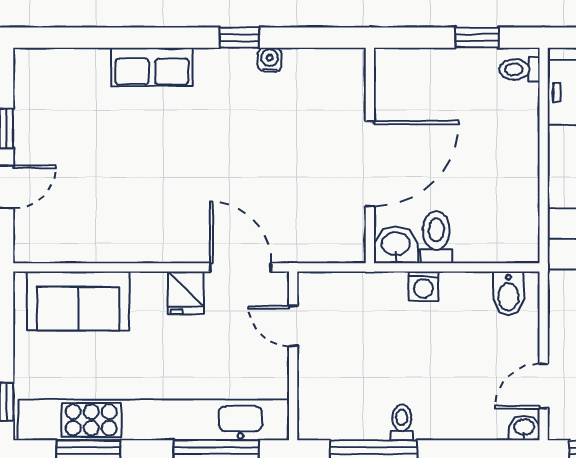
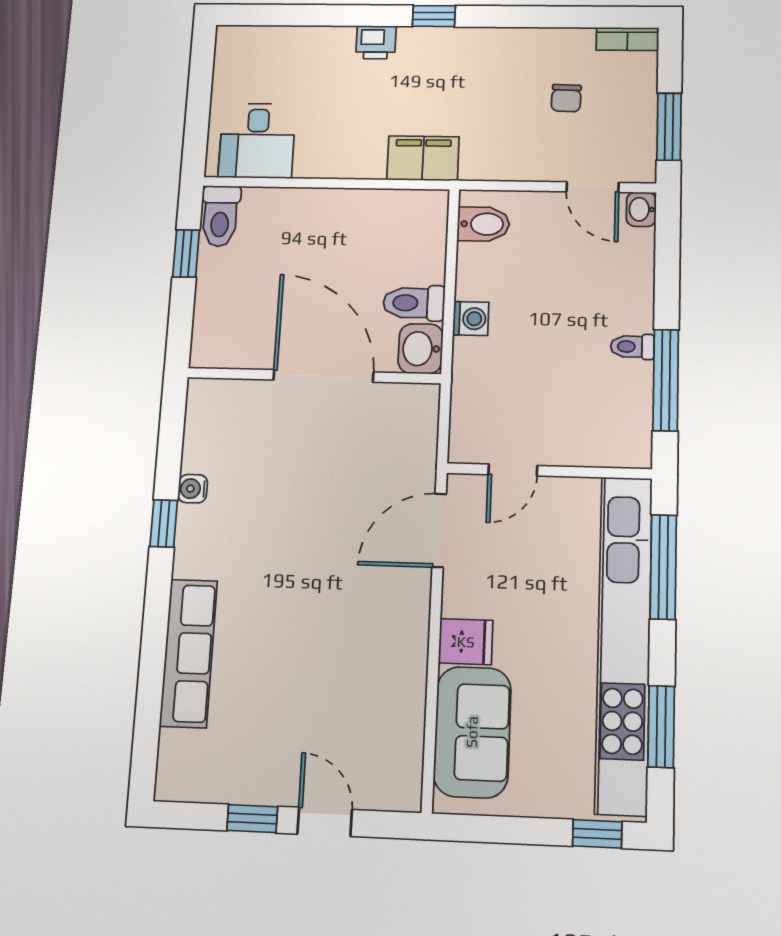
row of seats: (152, 67) -> (189, 653), width x1.48
toilet: (520, 69) -> (220, 216), width x1.37, depth x1.39
fridge: (186, 293) -> (466, 642), moved

